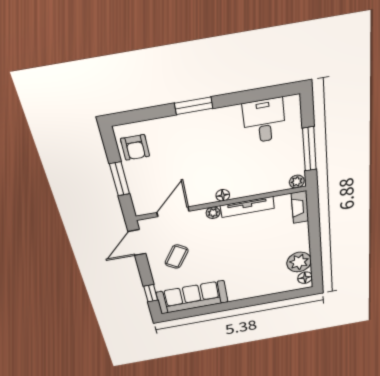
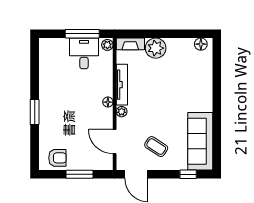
desk: (264, 121) -> (84, 53), moved, turned 90
plant: (299, 262) -> (156, 48), moved

